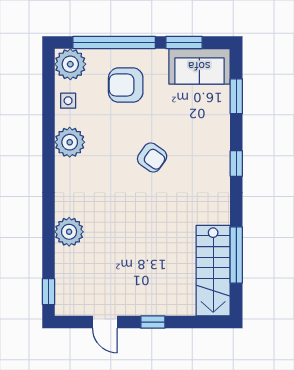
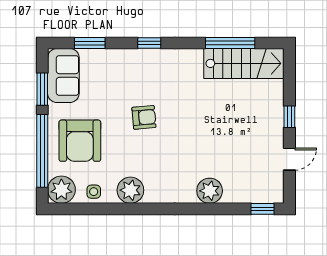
armchair: (126, 85) -> (80, 141), width x1.36, depth x1.36
armchair: (152, 158) -> (144, 117), turned 50

